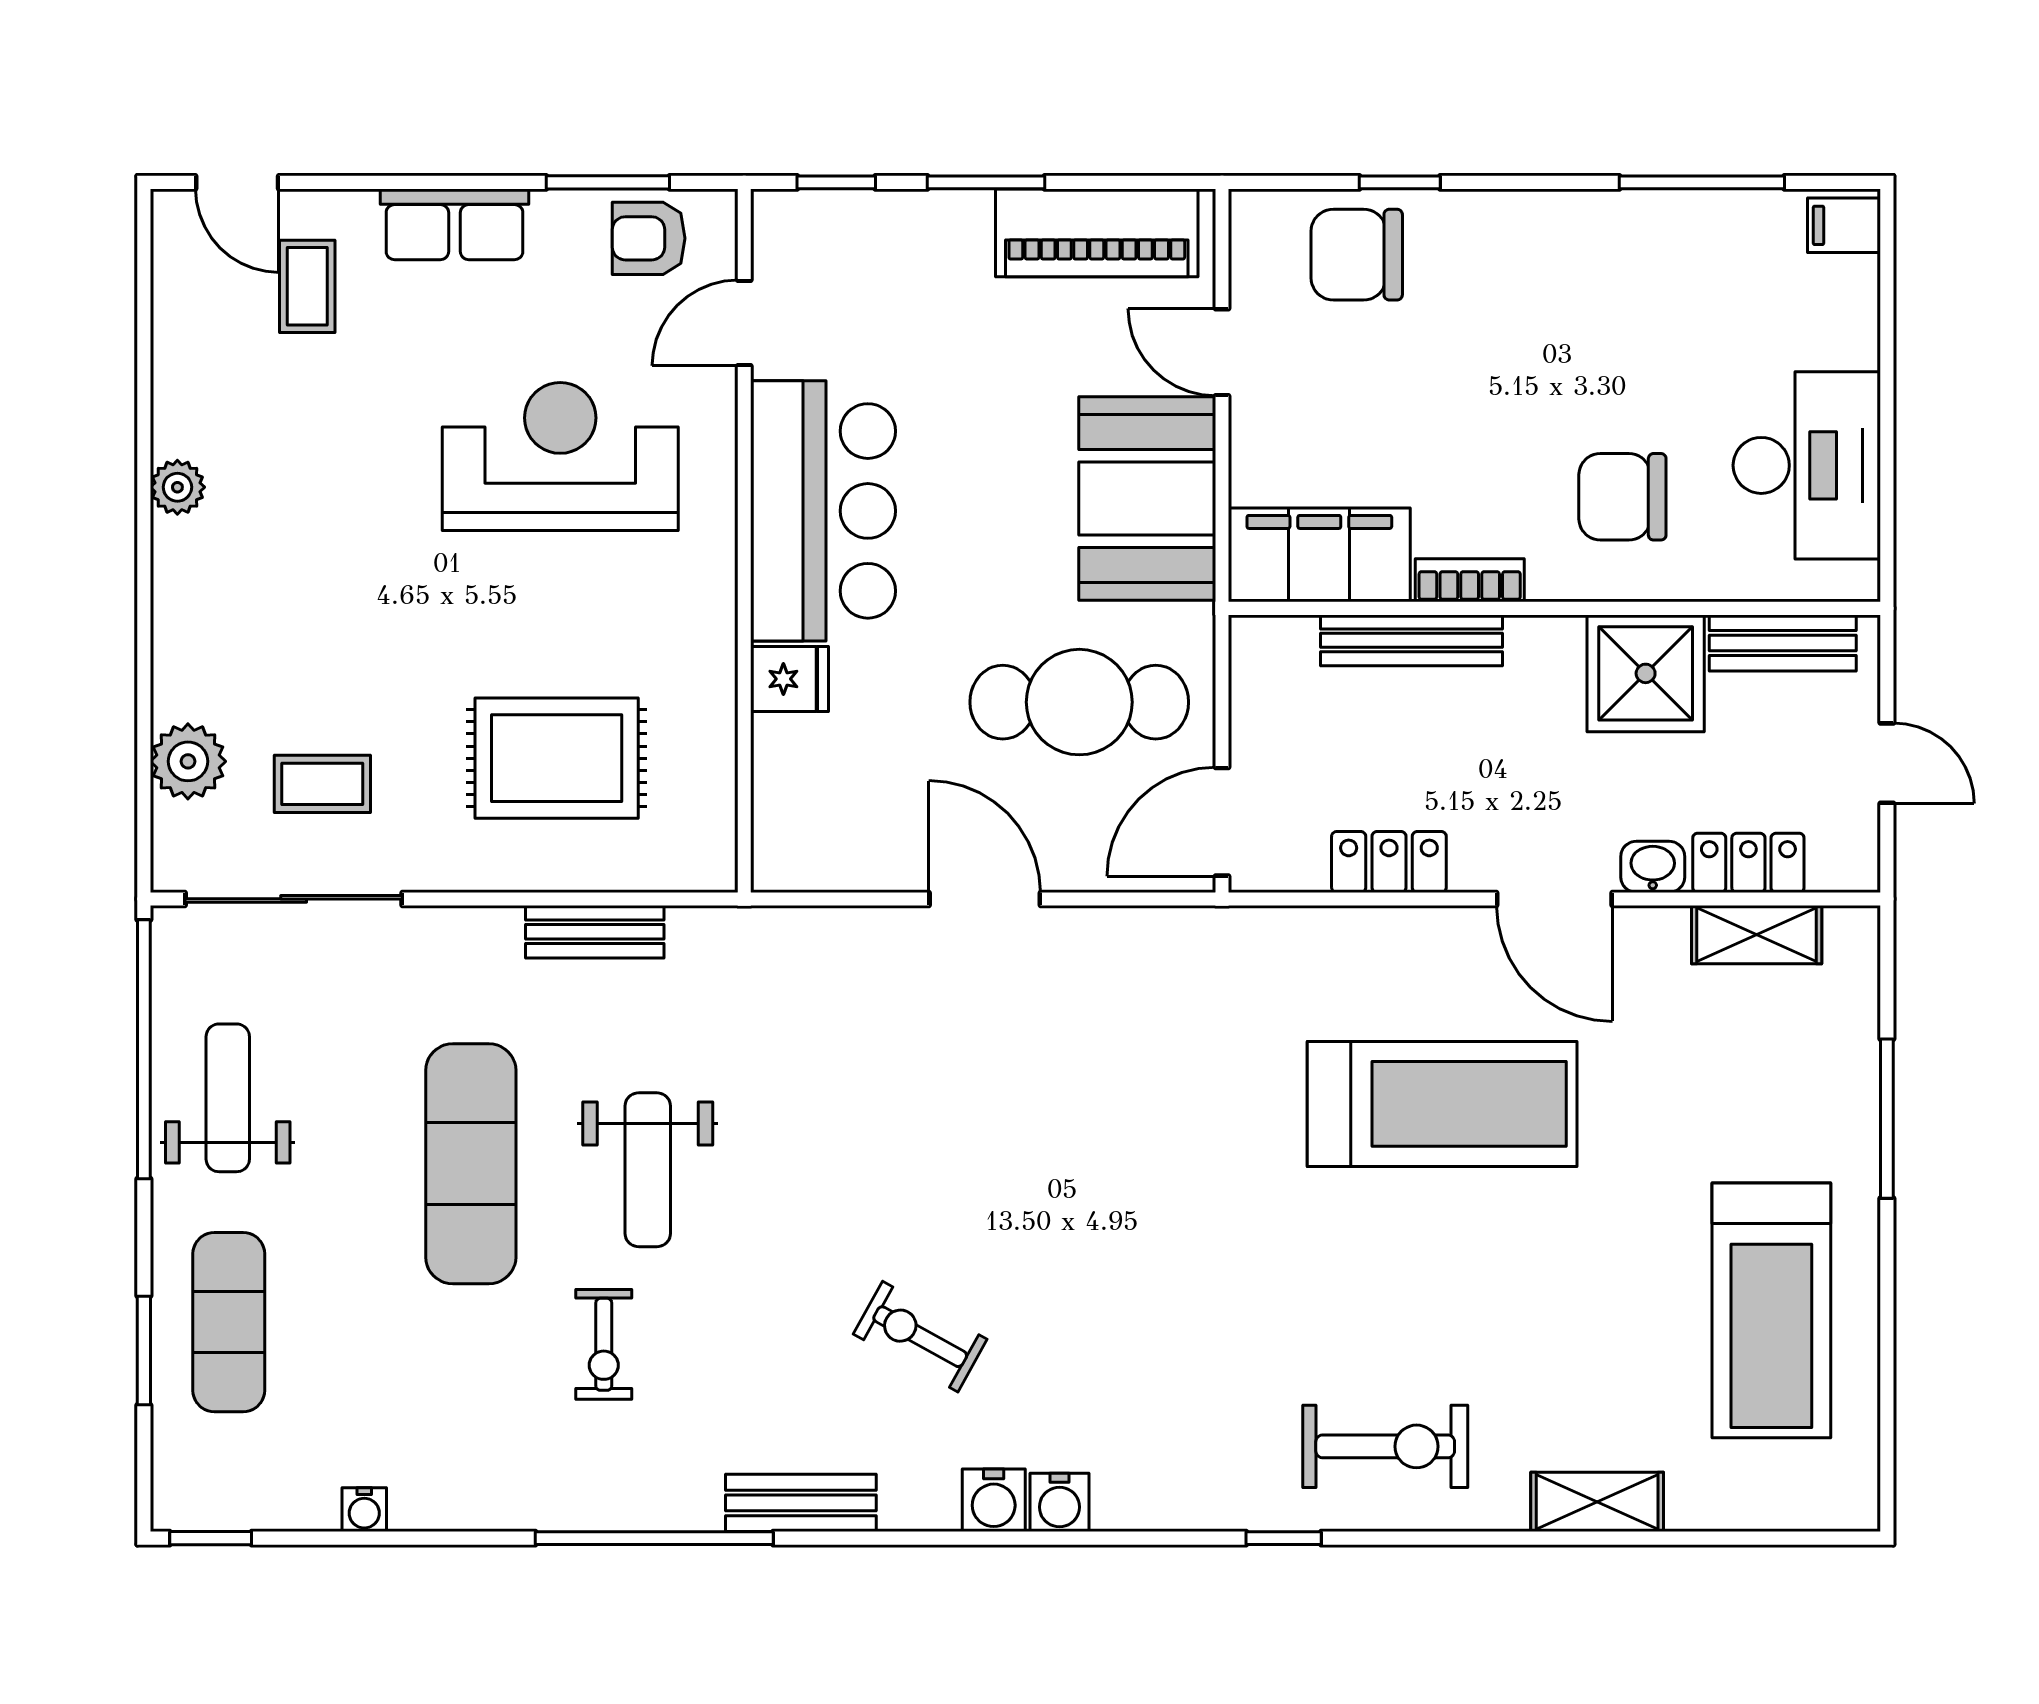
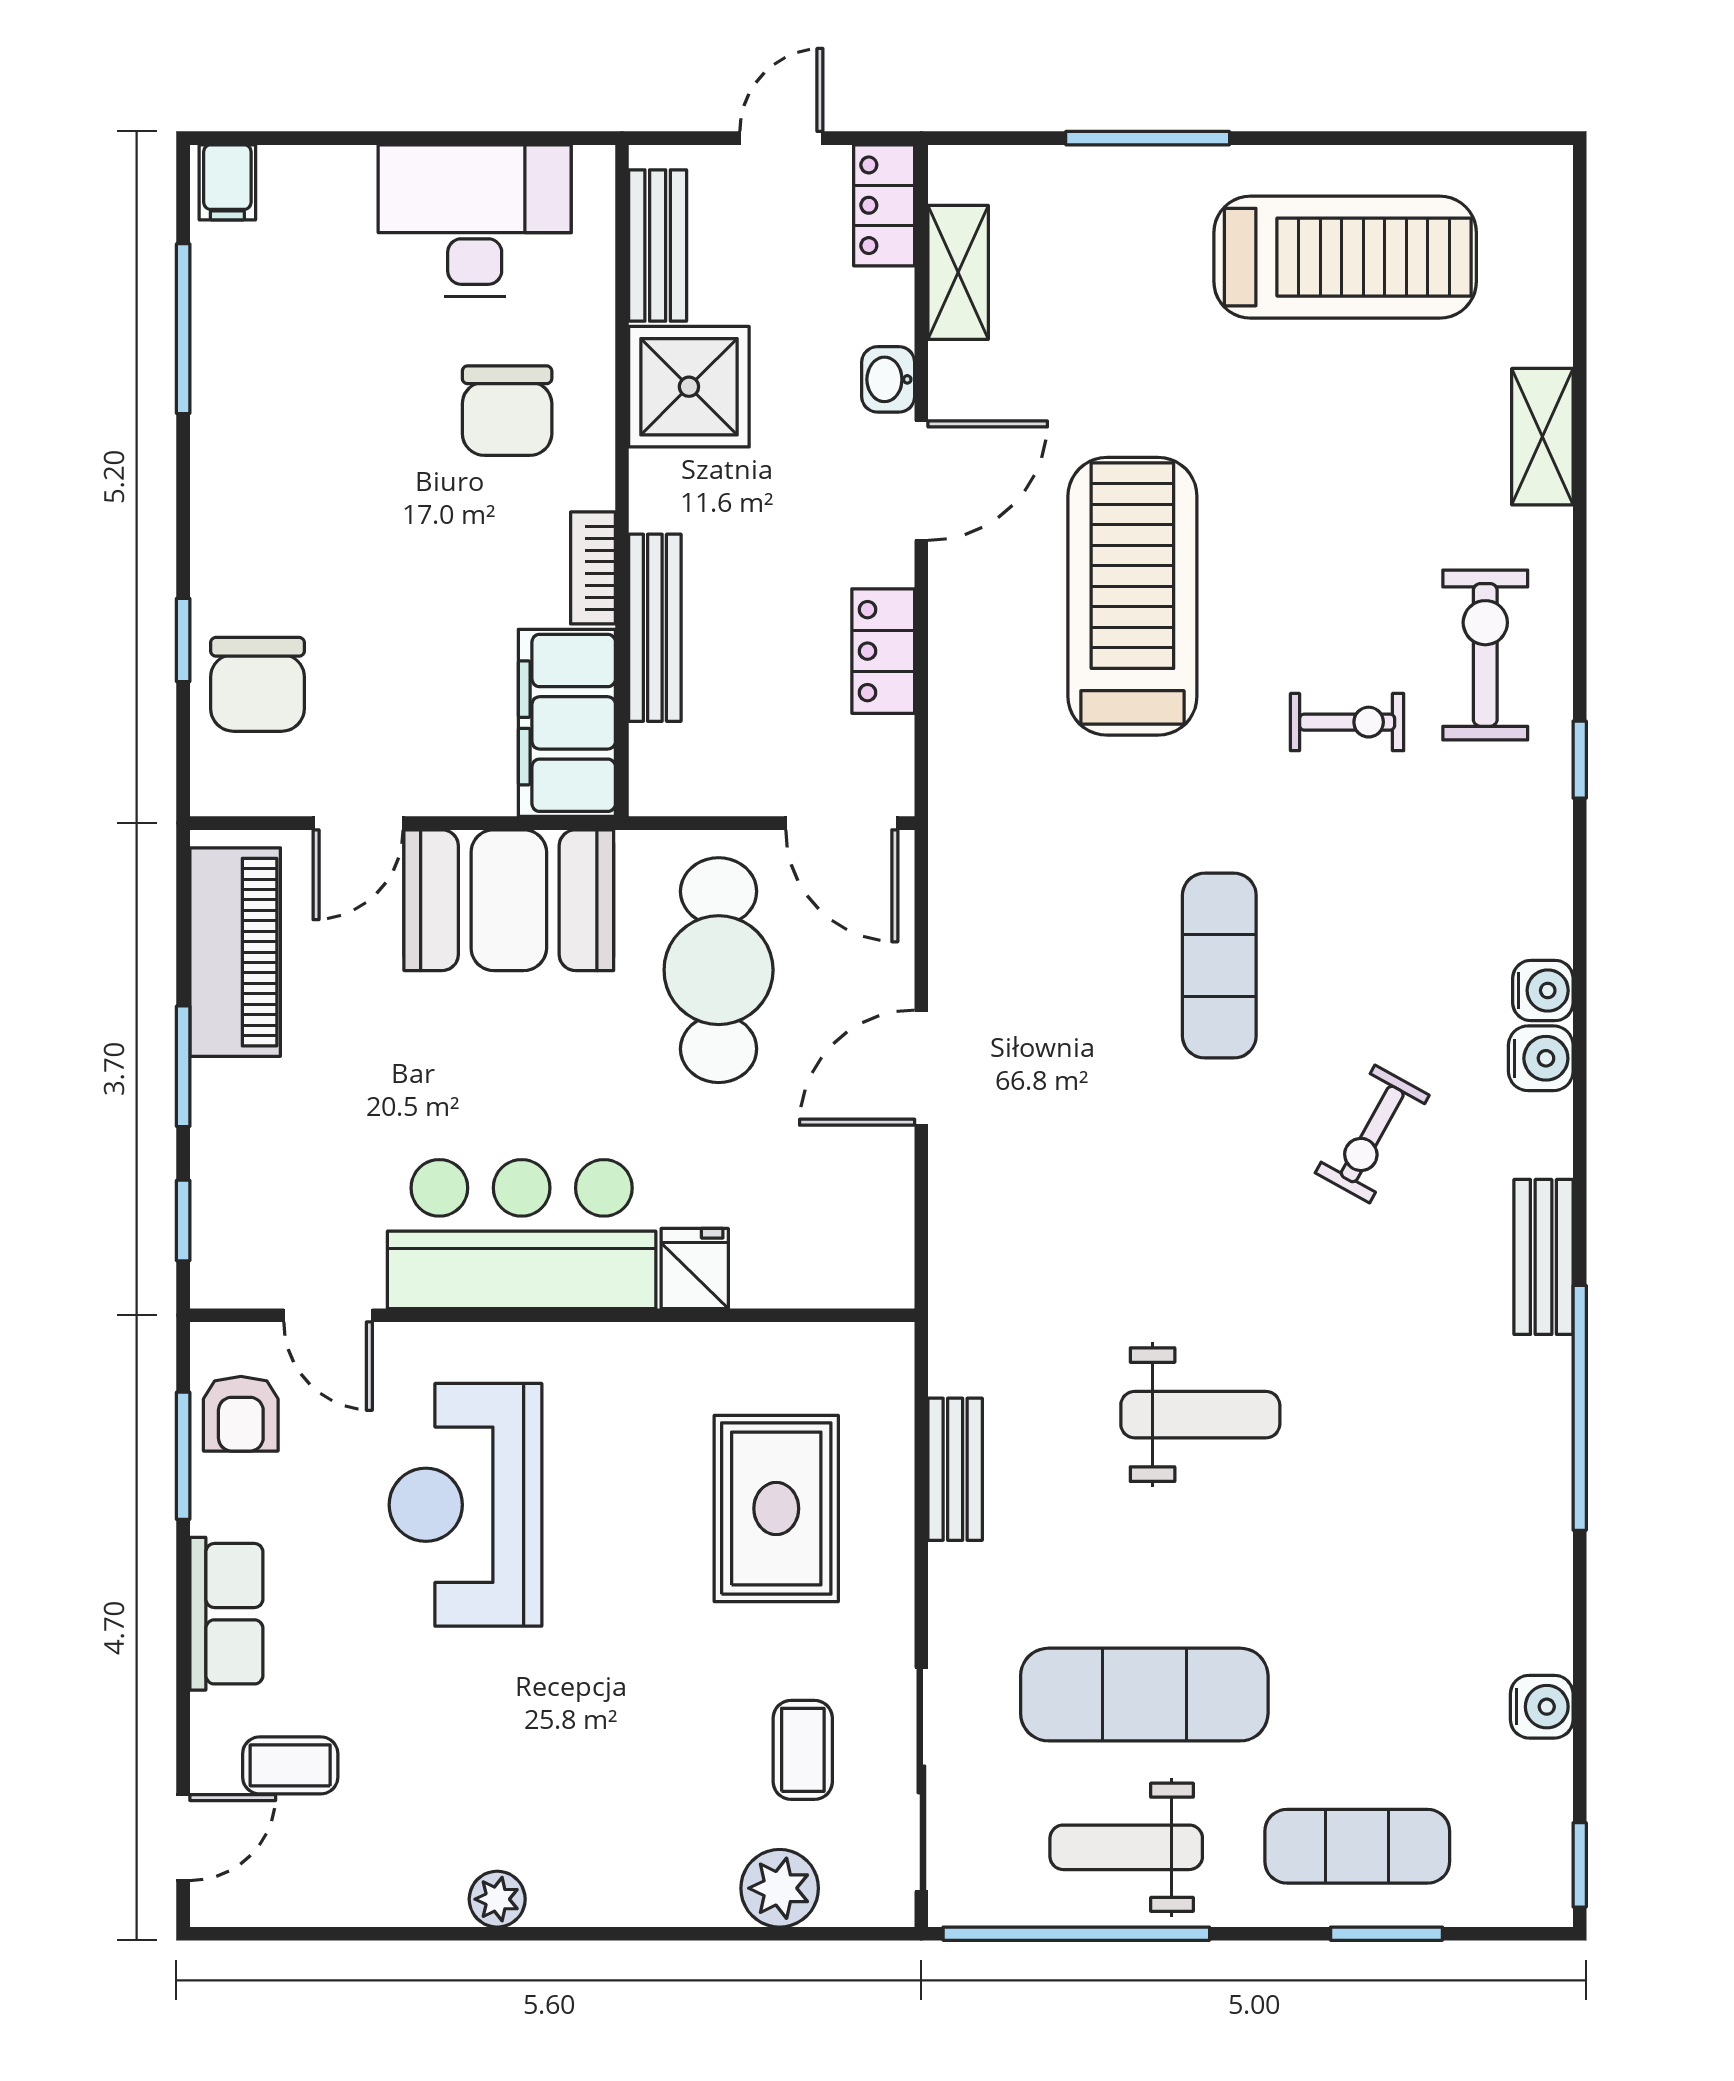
locker: (1748, 863) -> (884, 205), moved
exercise mat: (471, 1164) -> (1144, 1695), moved
exercise mat: (1084, 1188) -> (1219, 966), added
exercise bike: (604, 1344) -> (1347, 722), moved
water cooler: (364, 1510) -> (1542, 1707), width x1.38, depth x1.38

